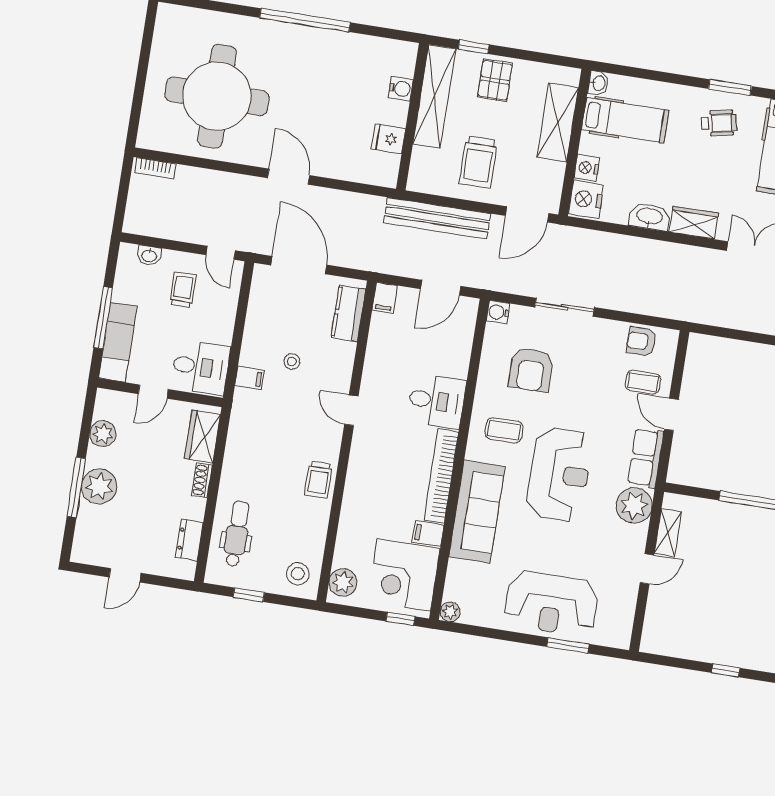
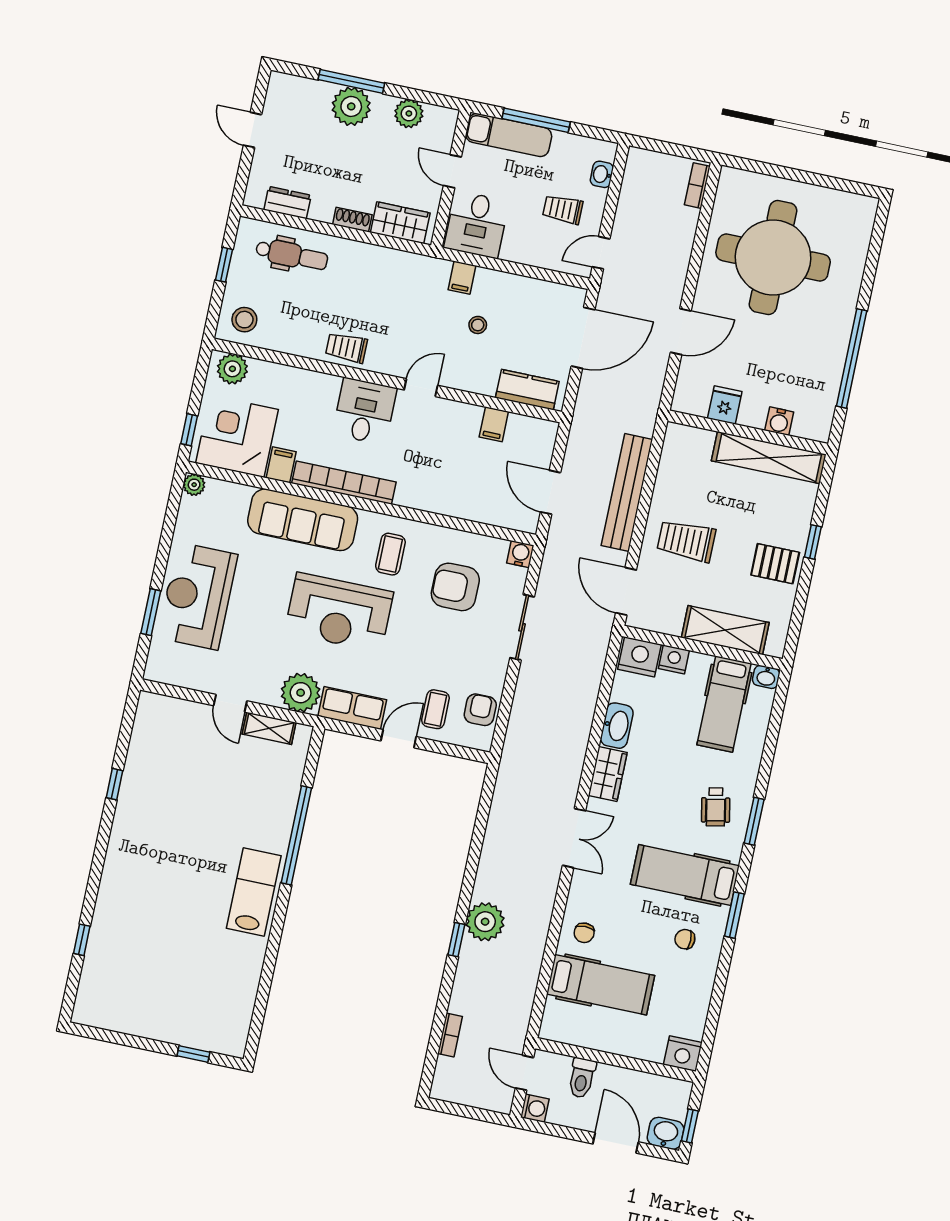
water cooler: (401, 89) -> (779, 421), moved
shelving: (434, 96) -> (769, 458), moved
wall: (412, 117) -> (748, 432), moved
fridge: (389, 139) -> (725, 405), moved
trolley: (183, 289) -> (563, 209), turned 180
filing cabinet: (385, 298) -> (494, 424), moved, turned -90
desk: (437, 401) -> (365, 411), moved, turned 180

